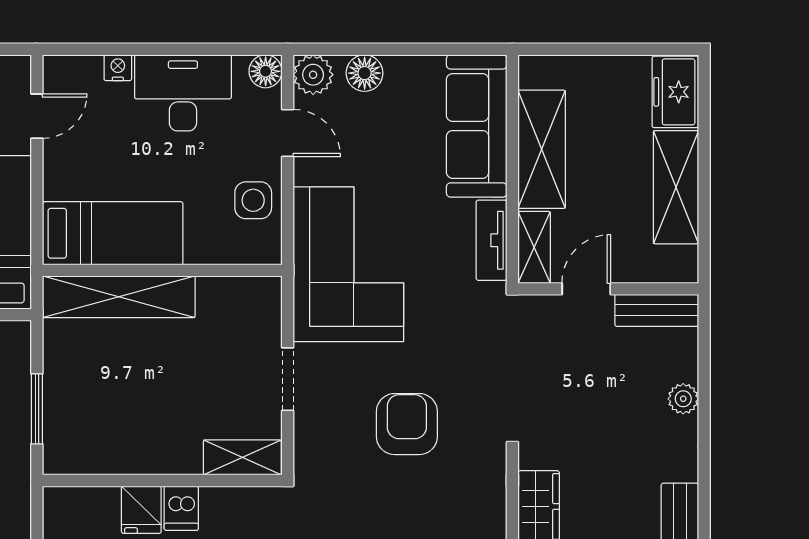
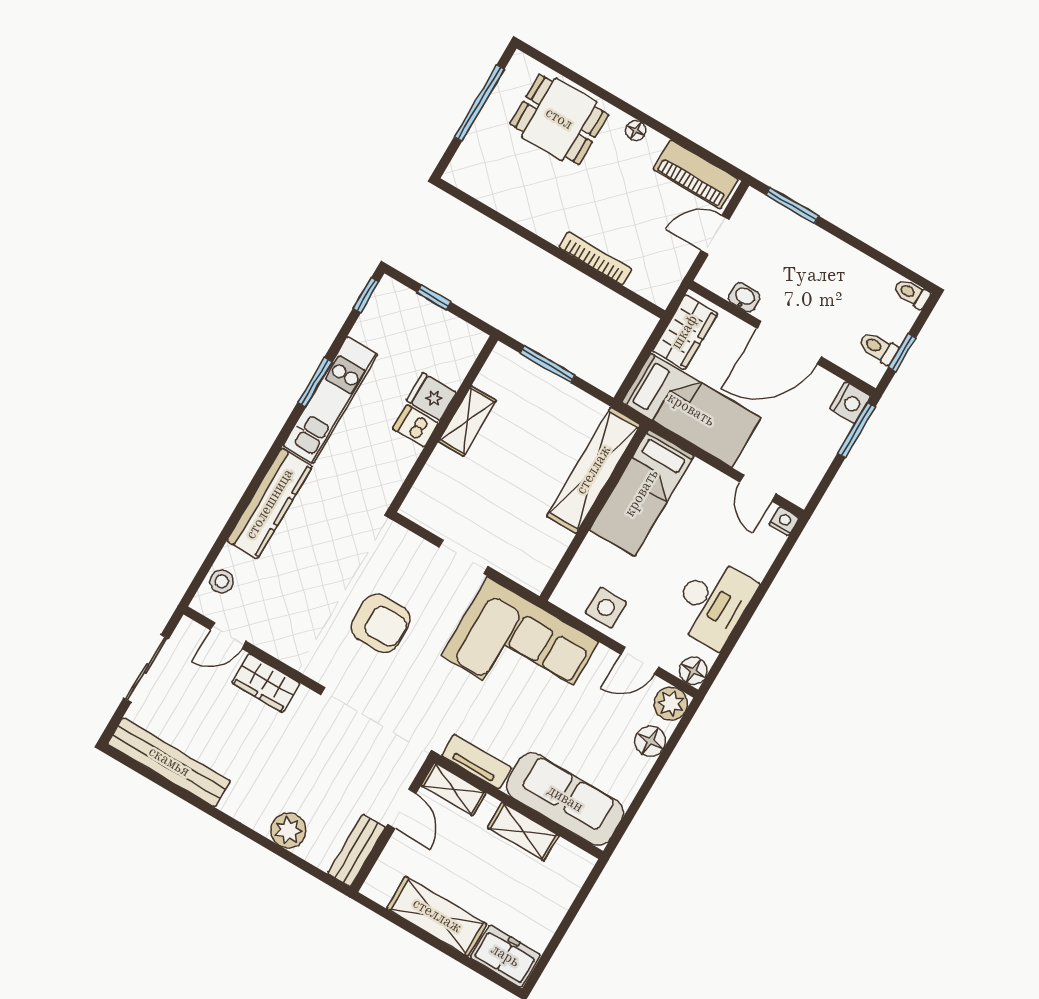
nightstand: (118, 68) -> (784, 521), moved, turned -90
shelving: (542, 149) -> (523, 832), width x0.67, depth x0.75
plant: (683, 399) -> (288, 830), width x1.38, depth x1.38
shelving: (242, 457) -> (467, 421), moved

